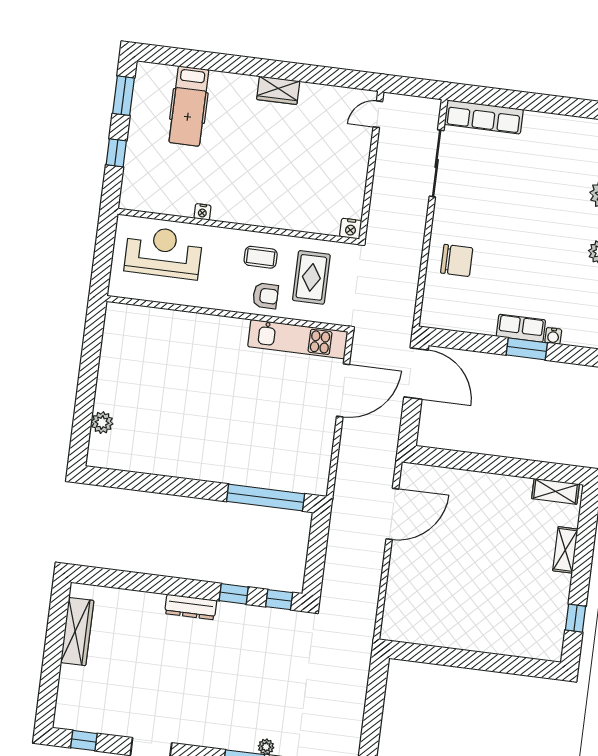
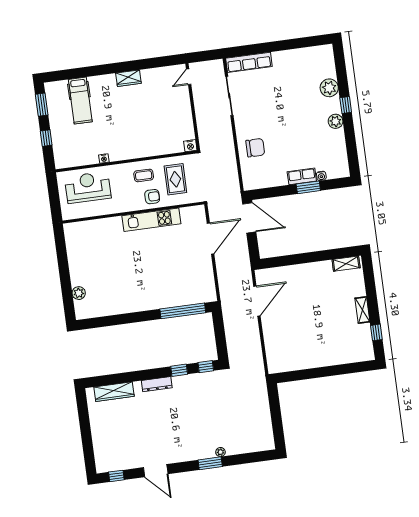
kitchen unit: (298, 339) -> (151, 220), moved
shelving: (565, 550) -> (362, 310), moved
wardrobe: (77, 631) -> (114, 392), moved, turned 90

